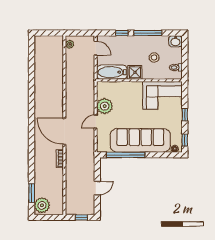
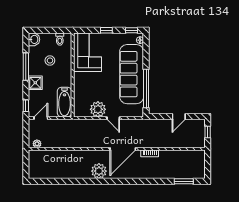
window: (122, 33) -> (26, 106), moved
shower: (135, 72) -> (35, 83), moved
door: (97, 188) -> (179, 117), swing flipped
plant: (42, 205) -> (99, 171), moved

